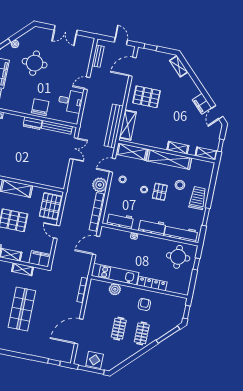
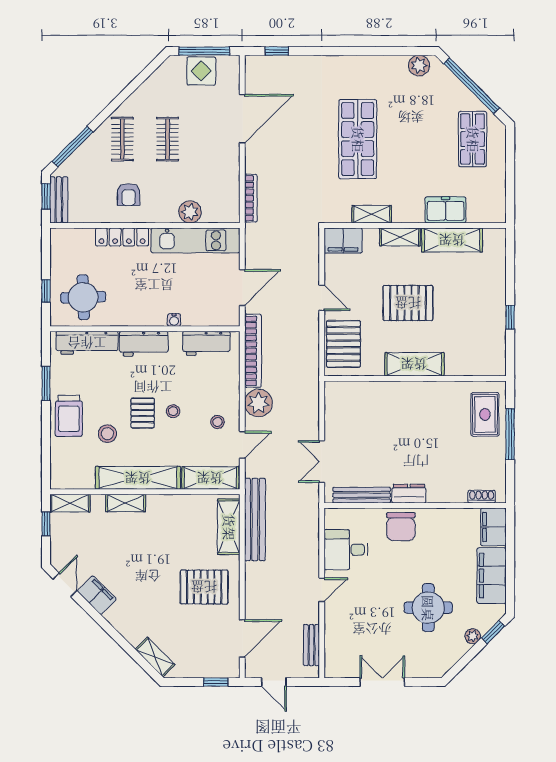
bench: (180, 309) -> (59, 200), added

